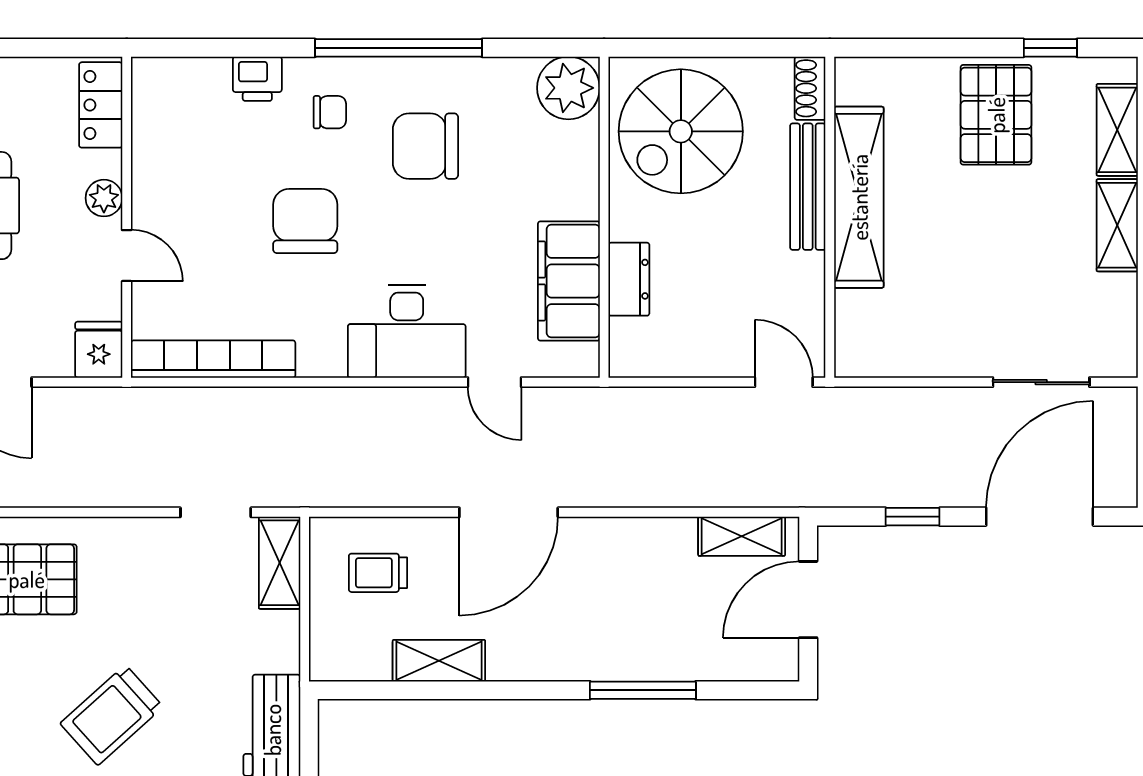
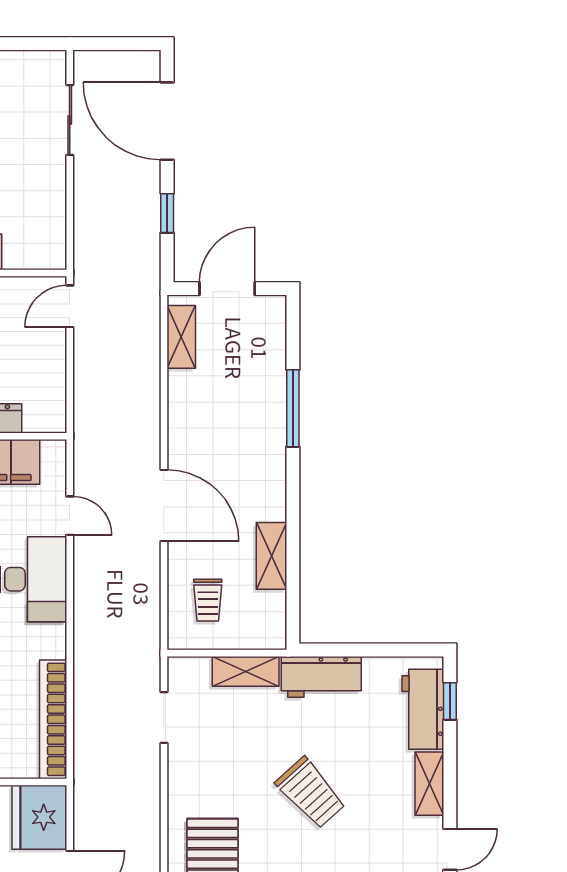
fridge: (99, 350) -> (39, 817), width x1.88, depth x1.34
door: (494, 382) -> (70, 516), hinge flipped
shelving: (280, 563) -> (246, 671), moved
door: (808, 600) -> (227, 289), swing flipped

